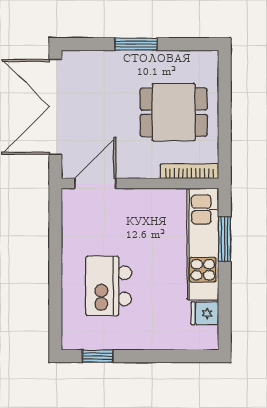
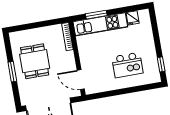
dining table: (174, 112) -> (35, 61), moved

